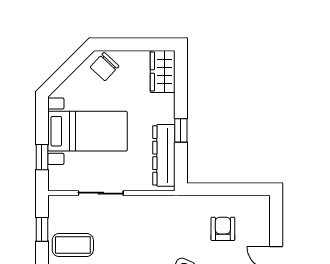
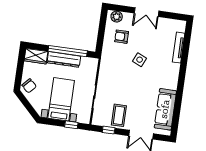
window: (181, 130) -> (68, 51), width x3.17
dresser: (164, 155) -> (64, 59), moved
plant: (260, 214) -> (117, 17), added

